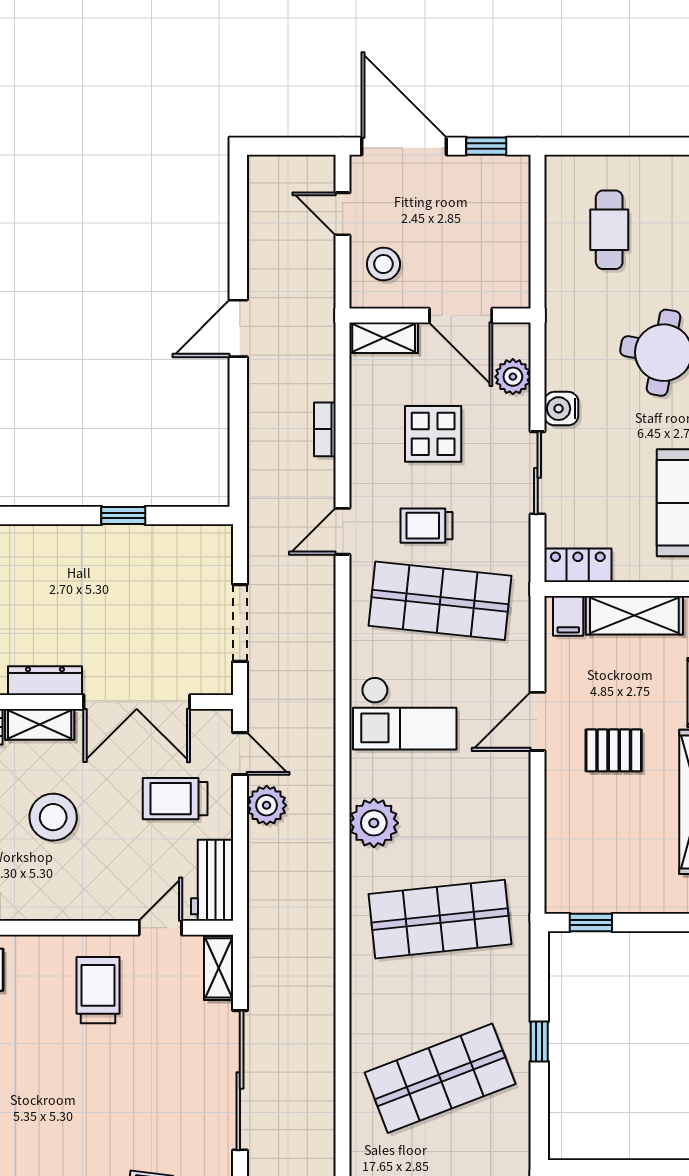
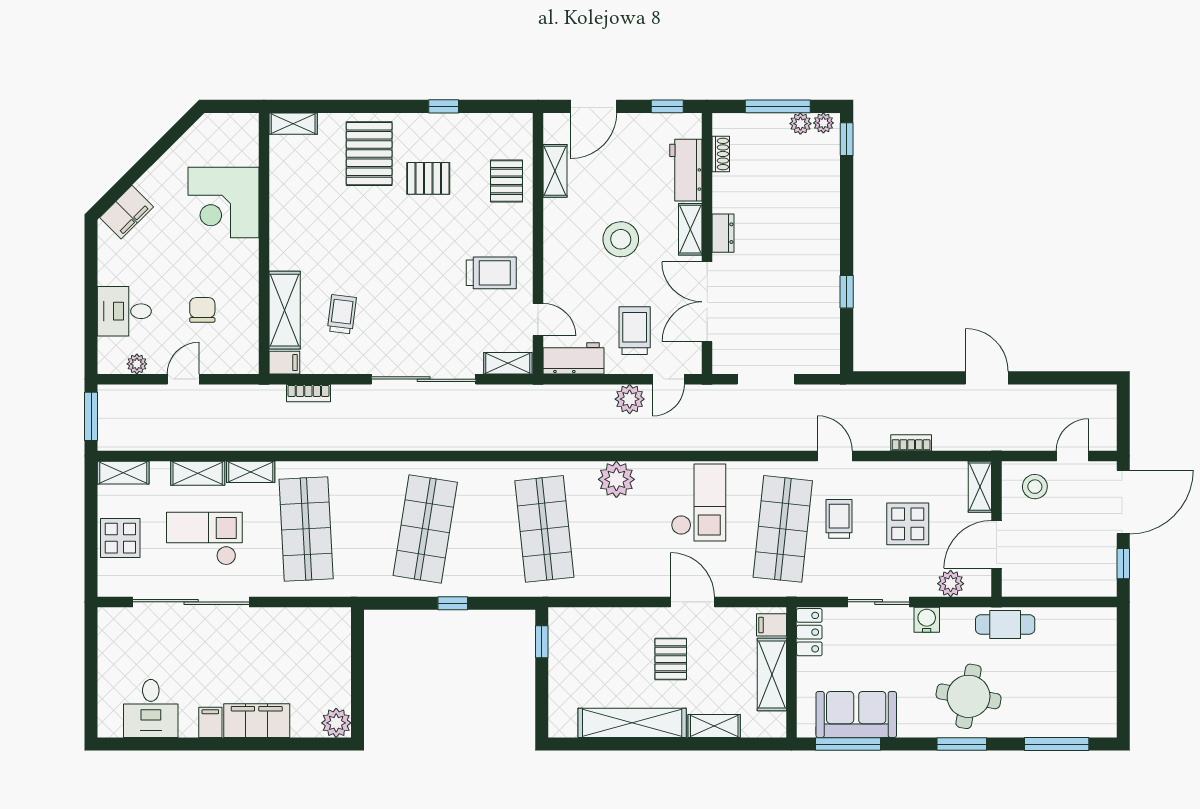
cafe table: (609, 230) -> (1005, 624), moved
dresser: (45, 681) -> (723, 233), width x0.70
checkout: (405, 713) -> (698, 503), turned 180
shop shelf: (440, 1078) -> (425, 529), turned 30

